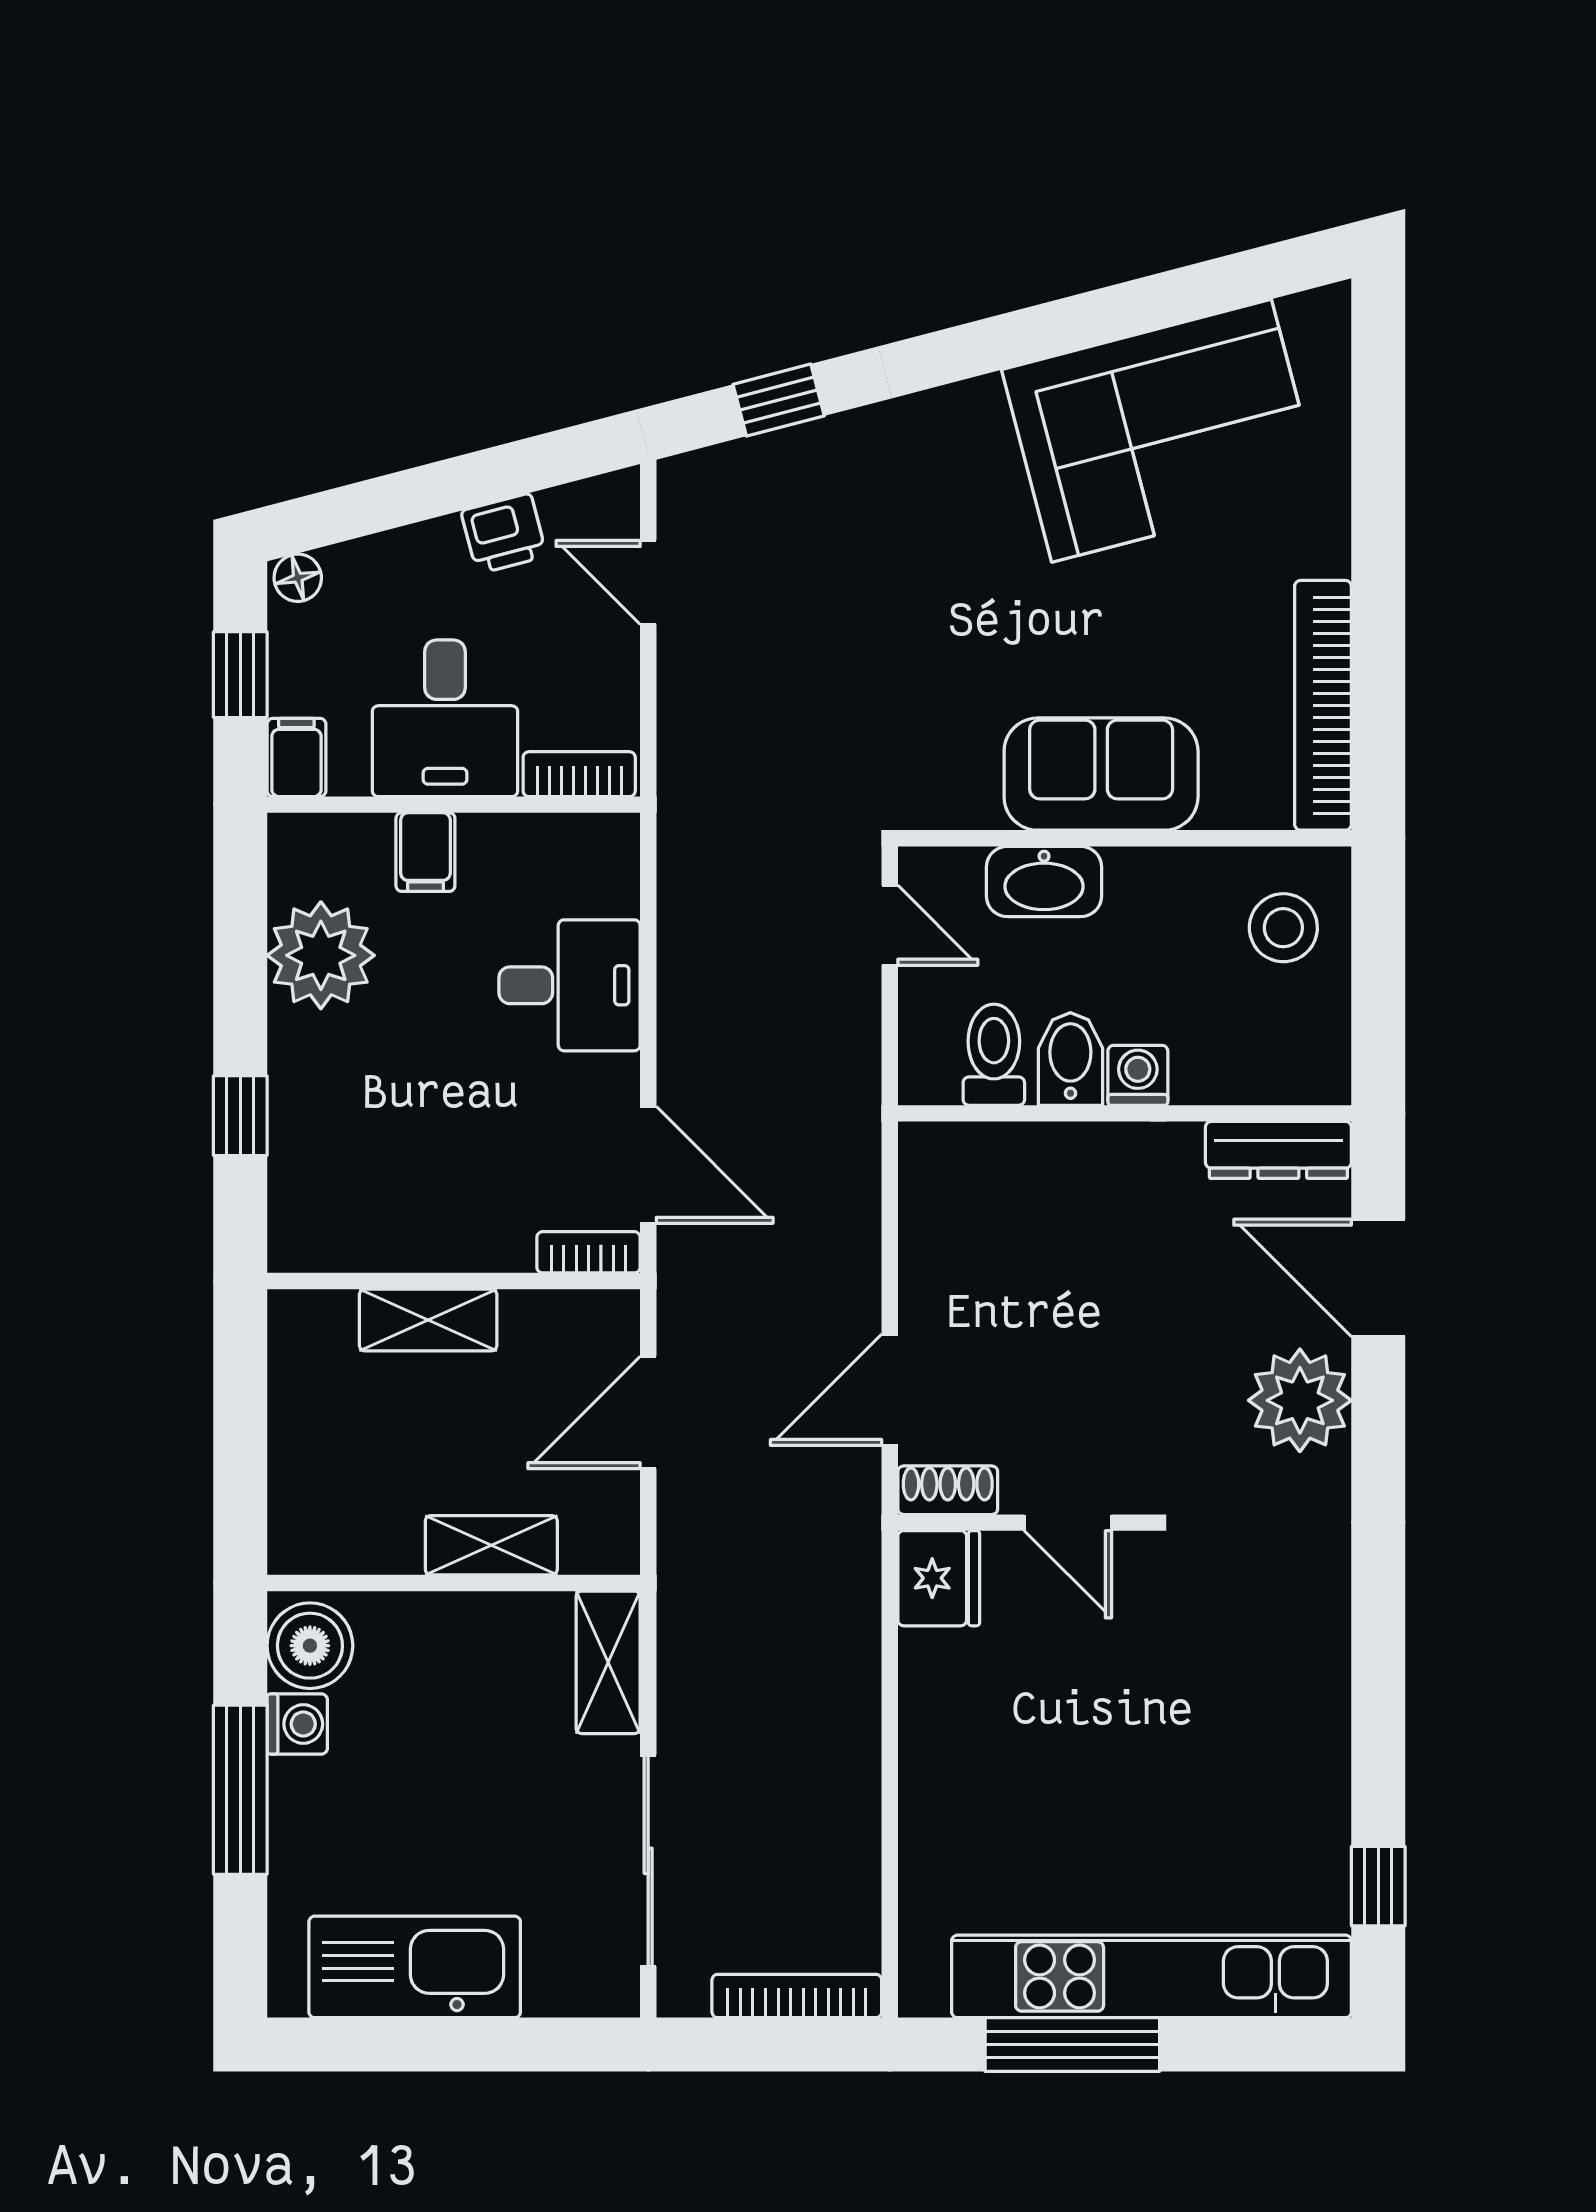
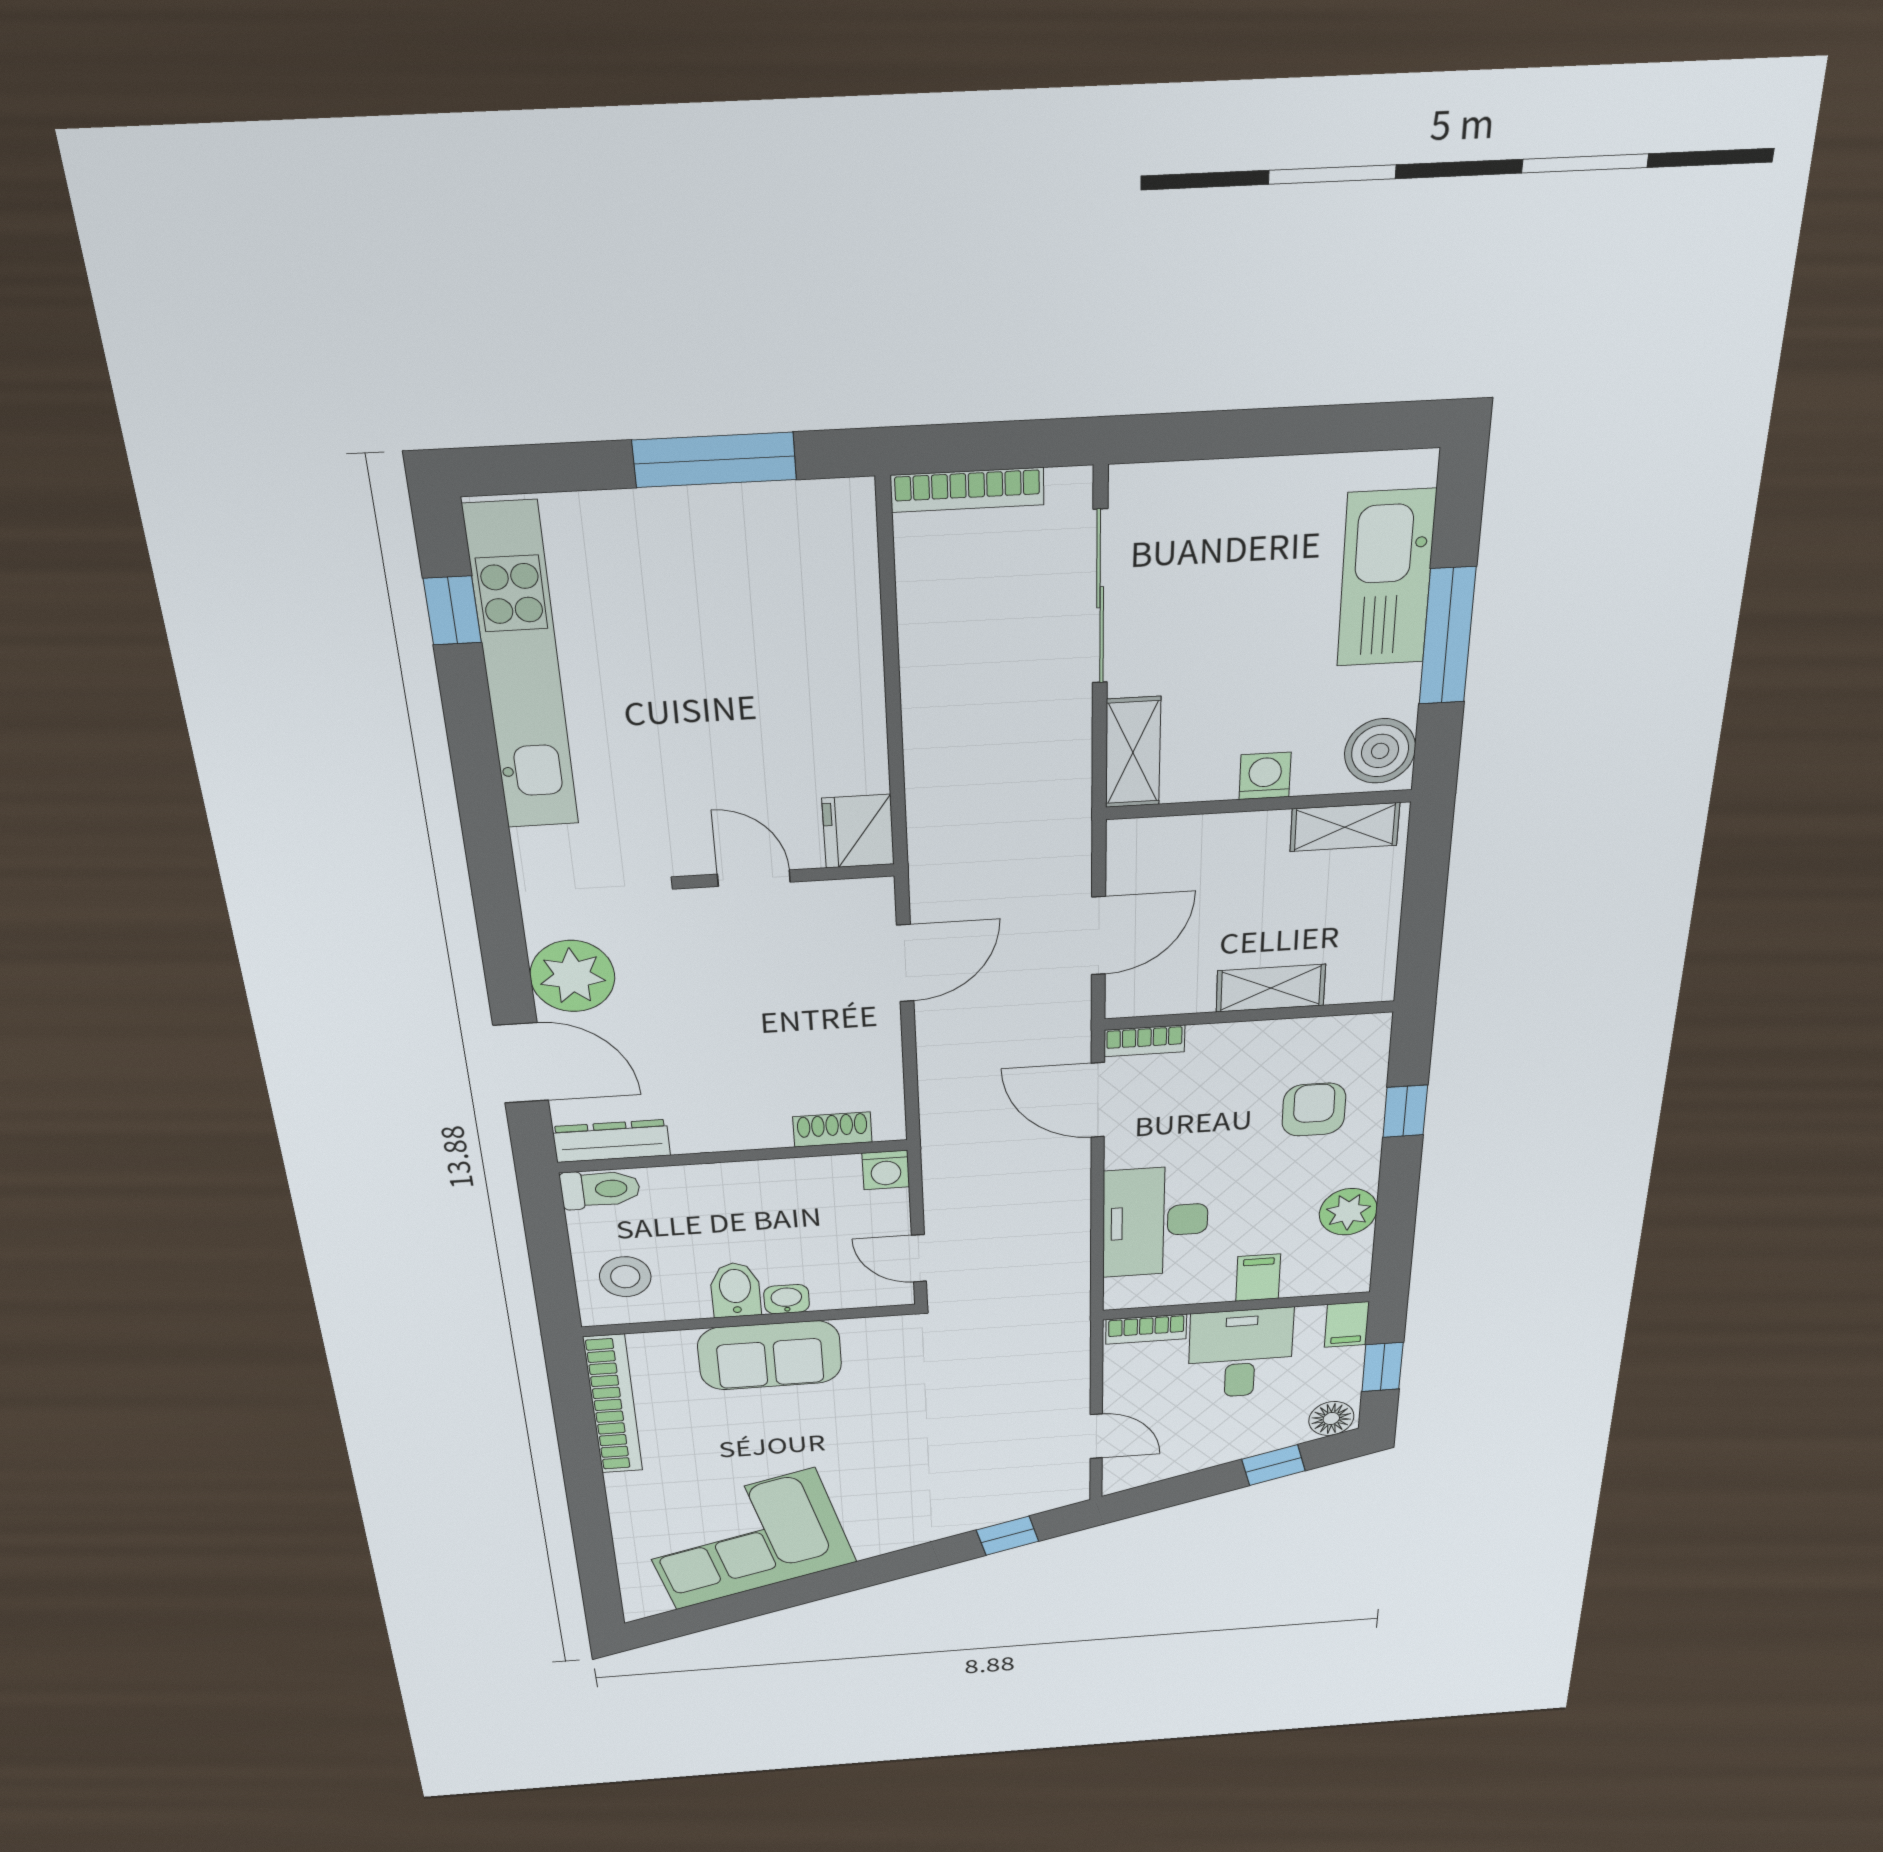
window: (389, 502) -> (1273, 1465), added
printer: (504, 534) -> (1196, 1454), removed
floor lamp: (298, 578) -> (1331, 1419), width x1.37, depth x1.37
washbasin: (1044, 881) -> (787, 1299), width x0.52, depth x0.69
plant: (321, 955) -> (1348, 1212), width x0.73, depth x0.73
desk: (570, 985) -> (1155, 1221), width x1.37
toilet: (994, 1055) -> (600, 1189), moved, turned -90
bidet: (1070, 1059) -> (735, 1290), moved, turned 180
washing machine: (1138, 1075) -> (886, 1170), moved
armchair: (363, 1128) -> (1314, 1110), added
shoe rack: (948, 1490) -> (832, 1129), moved, turned 180
shelving: (491, 1545) -> (1345, 827), moved
washing machine: (297, 1724) -> (1265, 776), moved, turned 90
kitchen sink: (415, 1967) -> (1386, 579), moved, turned 90
kitchen unit: (1151, 1976) -> (522, 669), moved, turned -90

